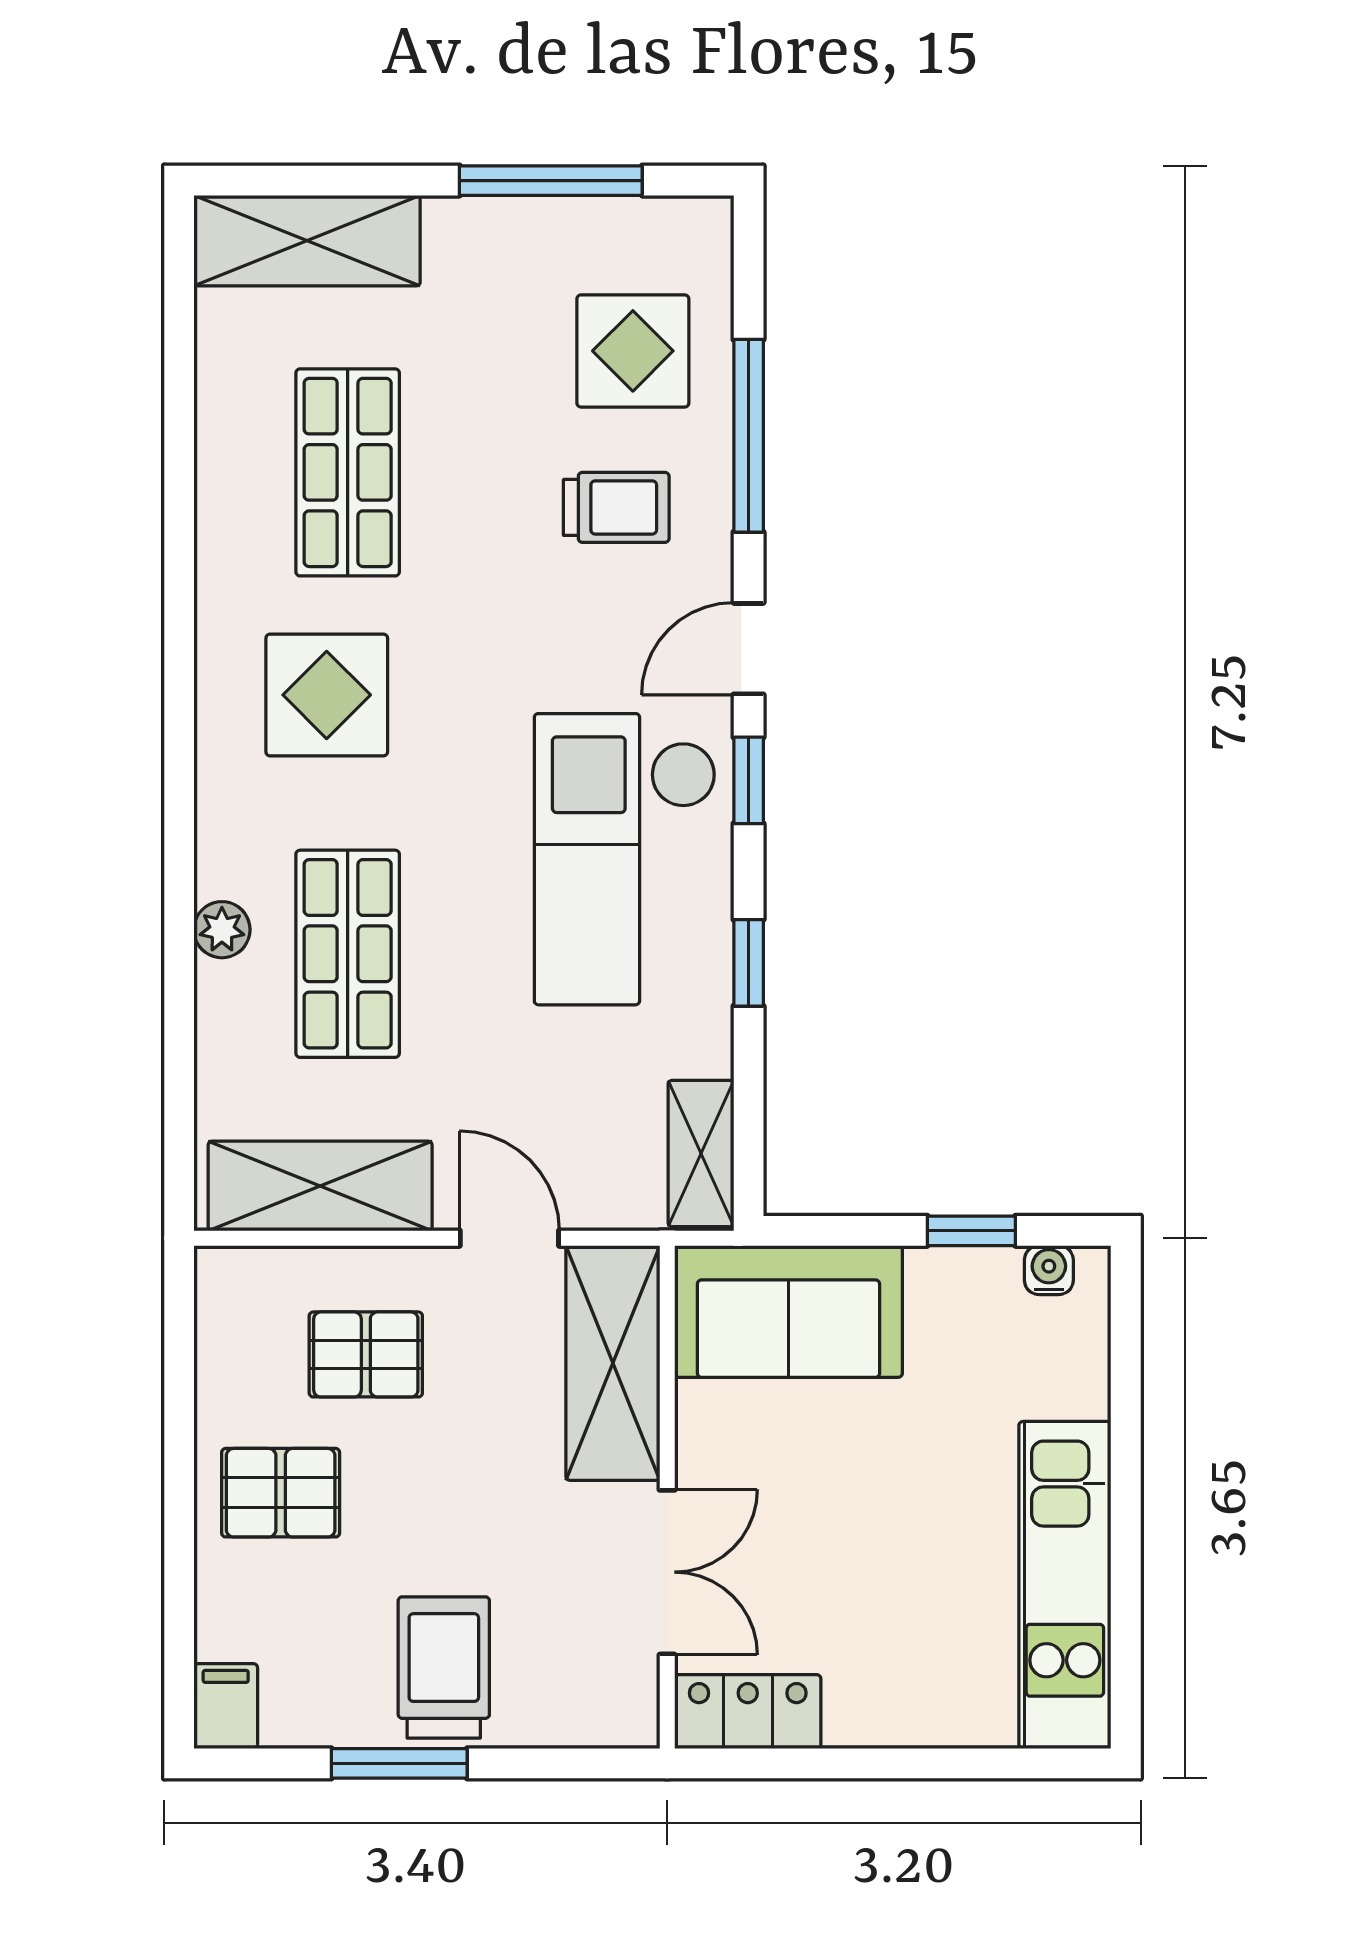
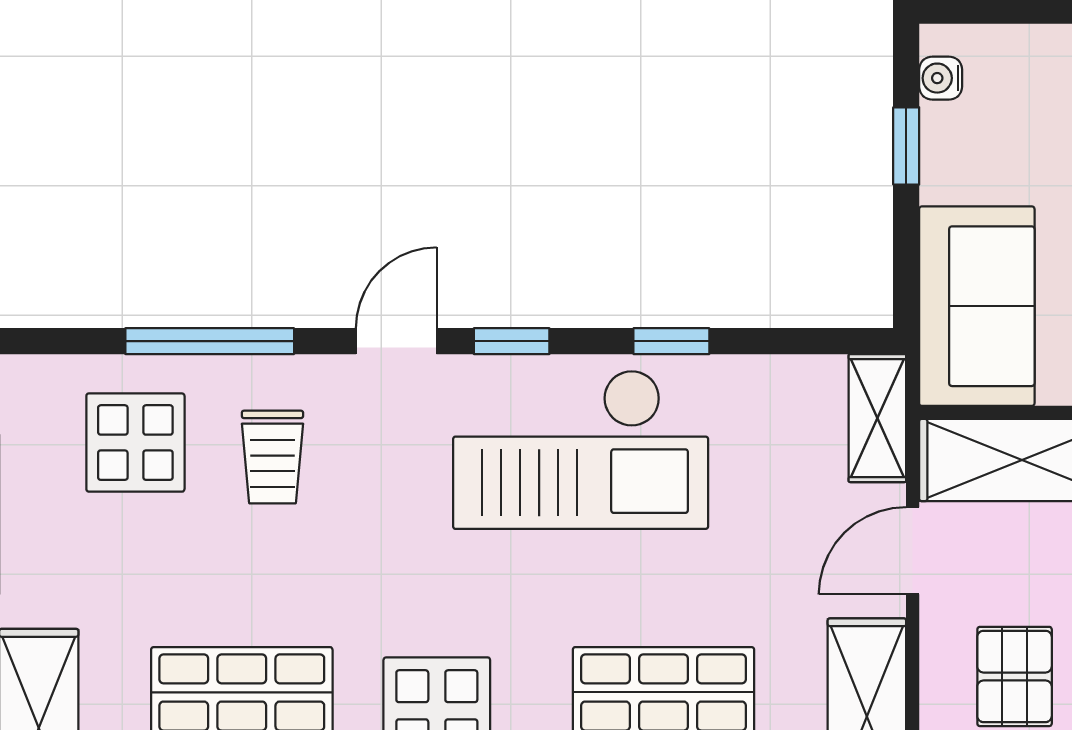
trolley: (616, 507) -> (272, 457), turned 180
door: (749, 649) -> (396, 341), swing flipped
shelving: (701, 1153) -> (877, 418), moved, turned 90

